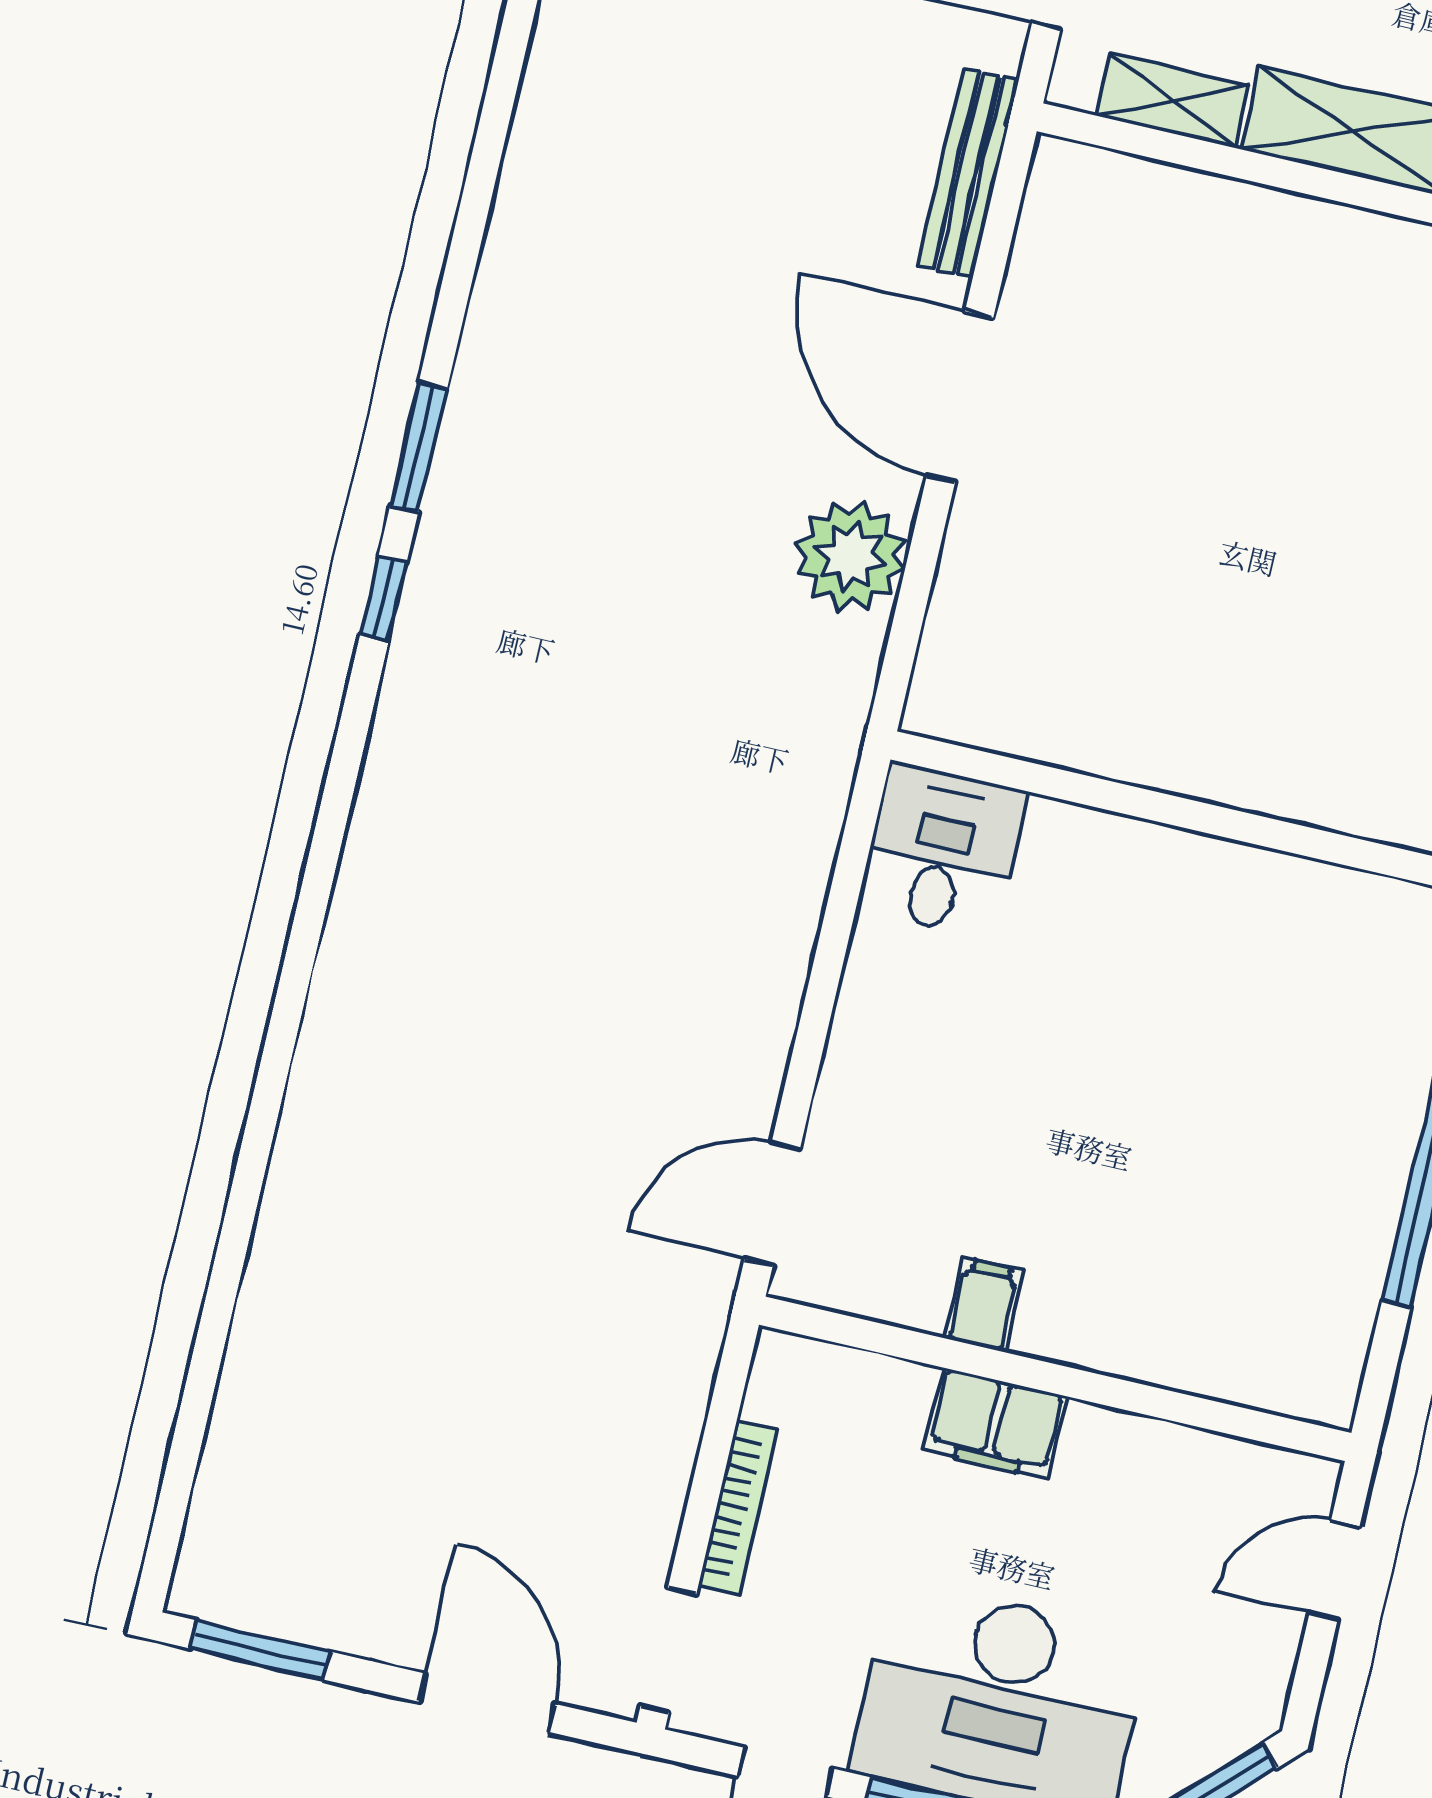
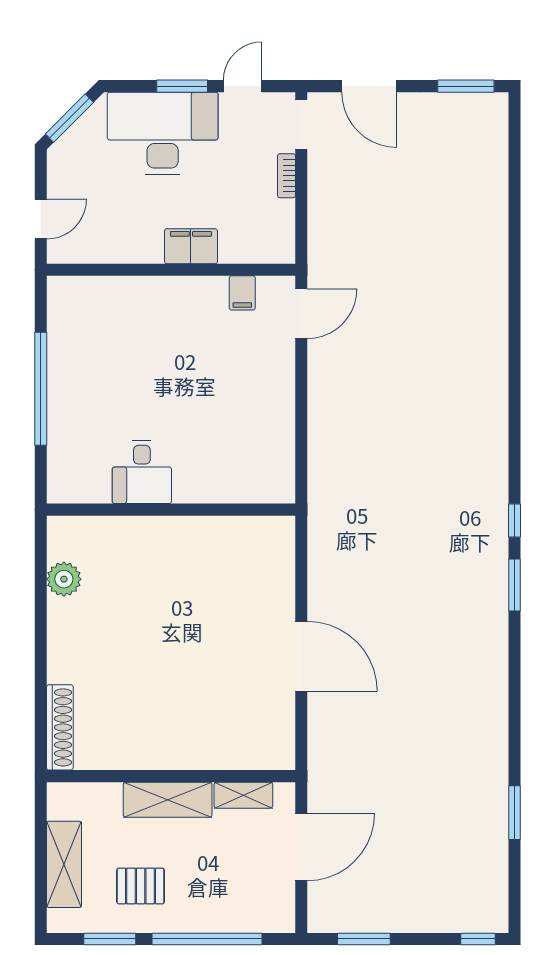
bench: (968, 173) -> (319, 747), removed
plant: (851, 556) -> (330, 582), removed
desk: (942, 850) -> (142, 472), moved
filing cabinet: (984, 1305) -> (242, 293), moved
bookcase: (738, 1508) -> (287, 176), width x0.64

